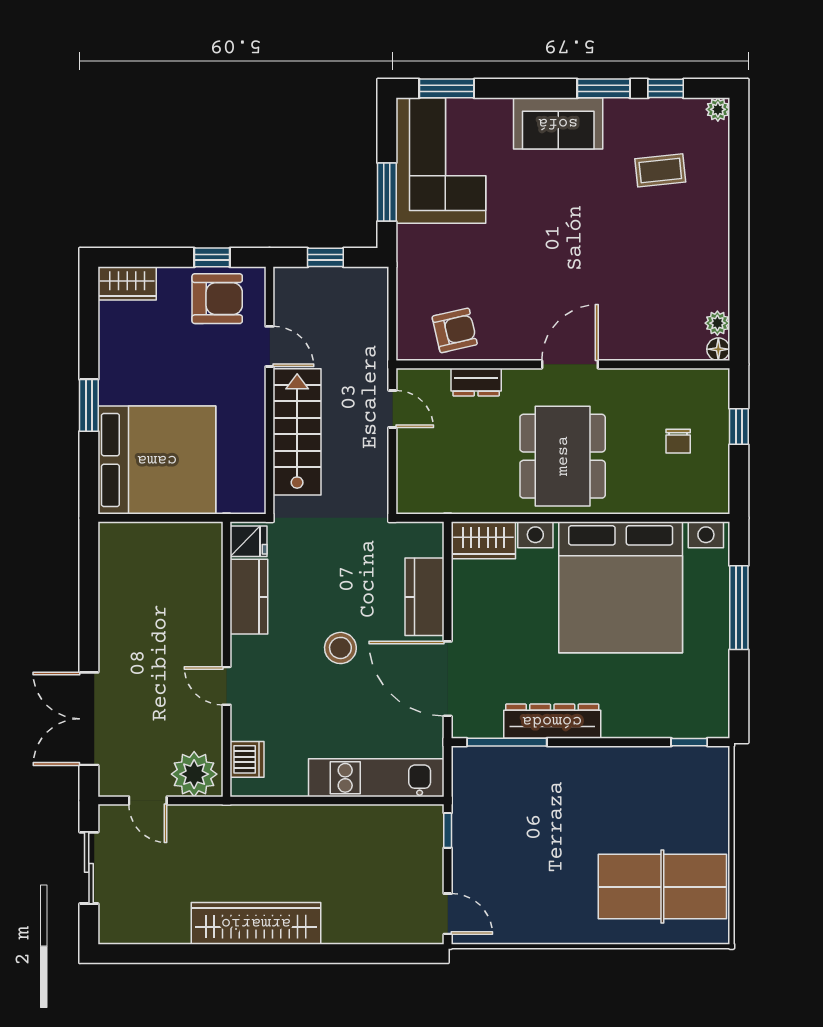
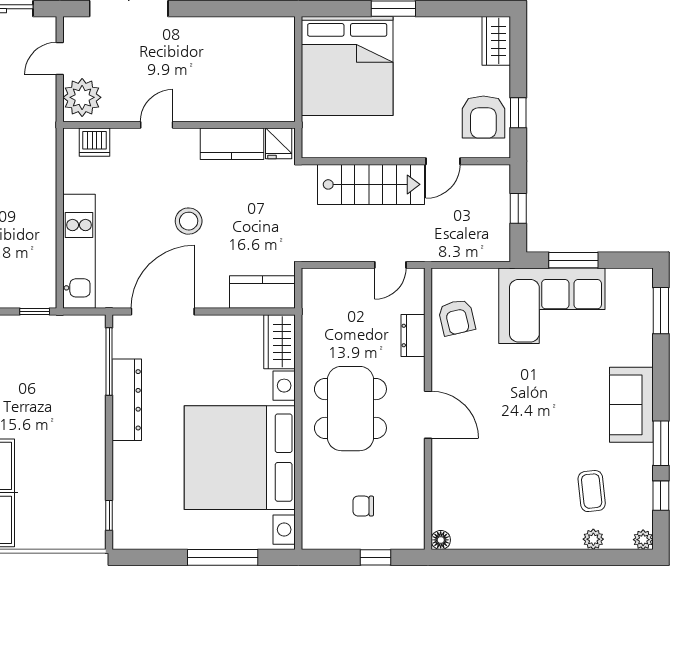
corner sofa: (441, 160) -> (552, 306), moved
plant: (717, 323) -> (593, 539), moved
dining table: (563, 456) -> (350, 409), turned 90
kitchen counter: (425, 597) -> (262, 292), moved

